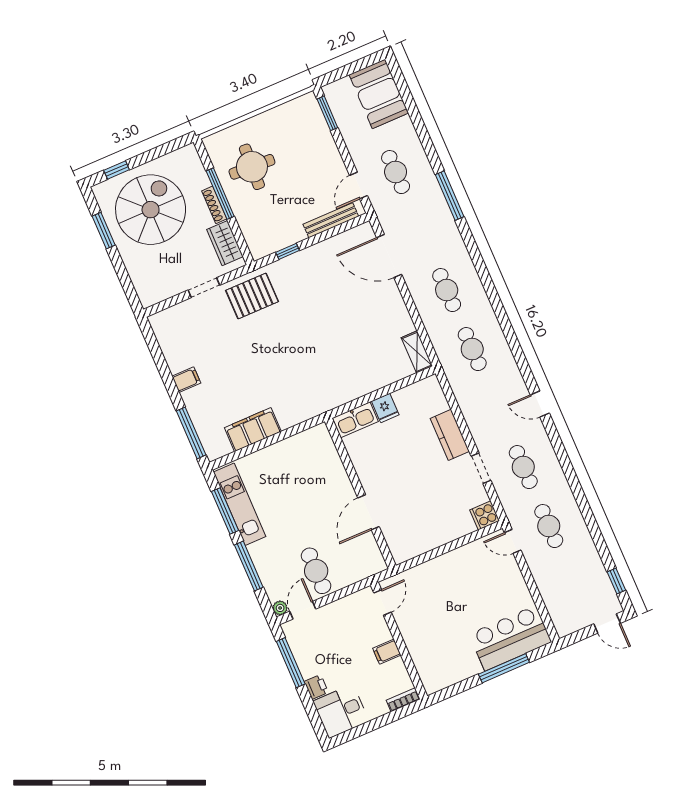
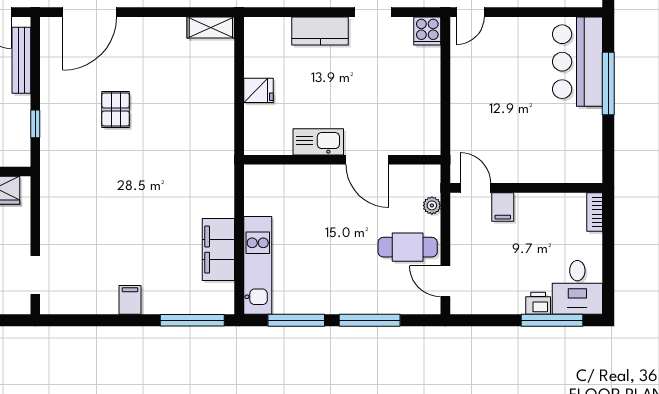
doorway: (204, 288) -> (35, 275), moved
pallet: (252, 296) -> (116, 109), moved, width x0.67, depth x0.71
kitchen sink: (355, 420) -> (318, 142), moved, turned -90
kitchen unit: (240, 504) -> (258, 265), moved, turned 90
plant: (280, 608) -> (432, 205), moved
filing cabinet: (387, 652) -> (503, 207), moved
window: (291, 663) -> (552, 320), moved

